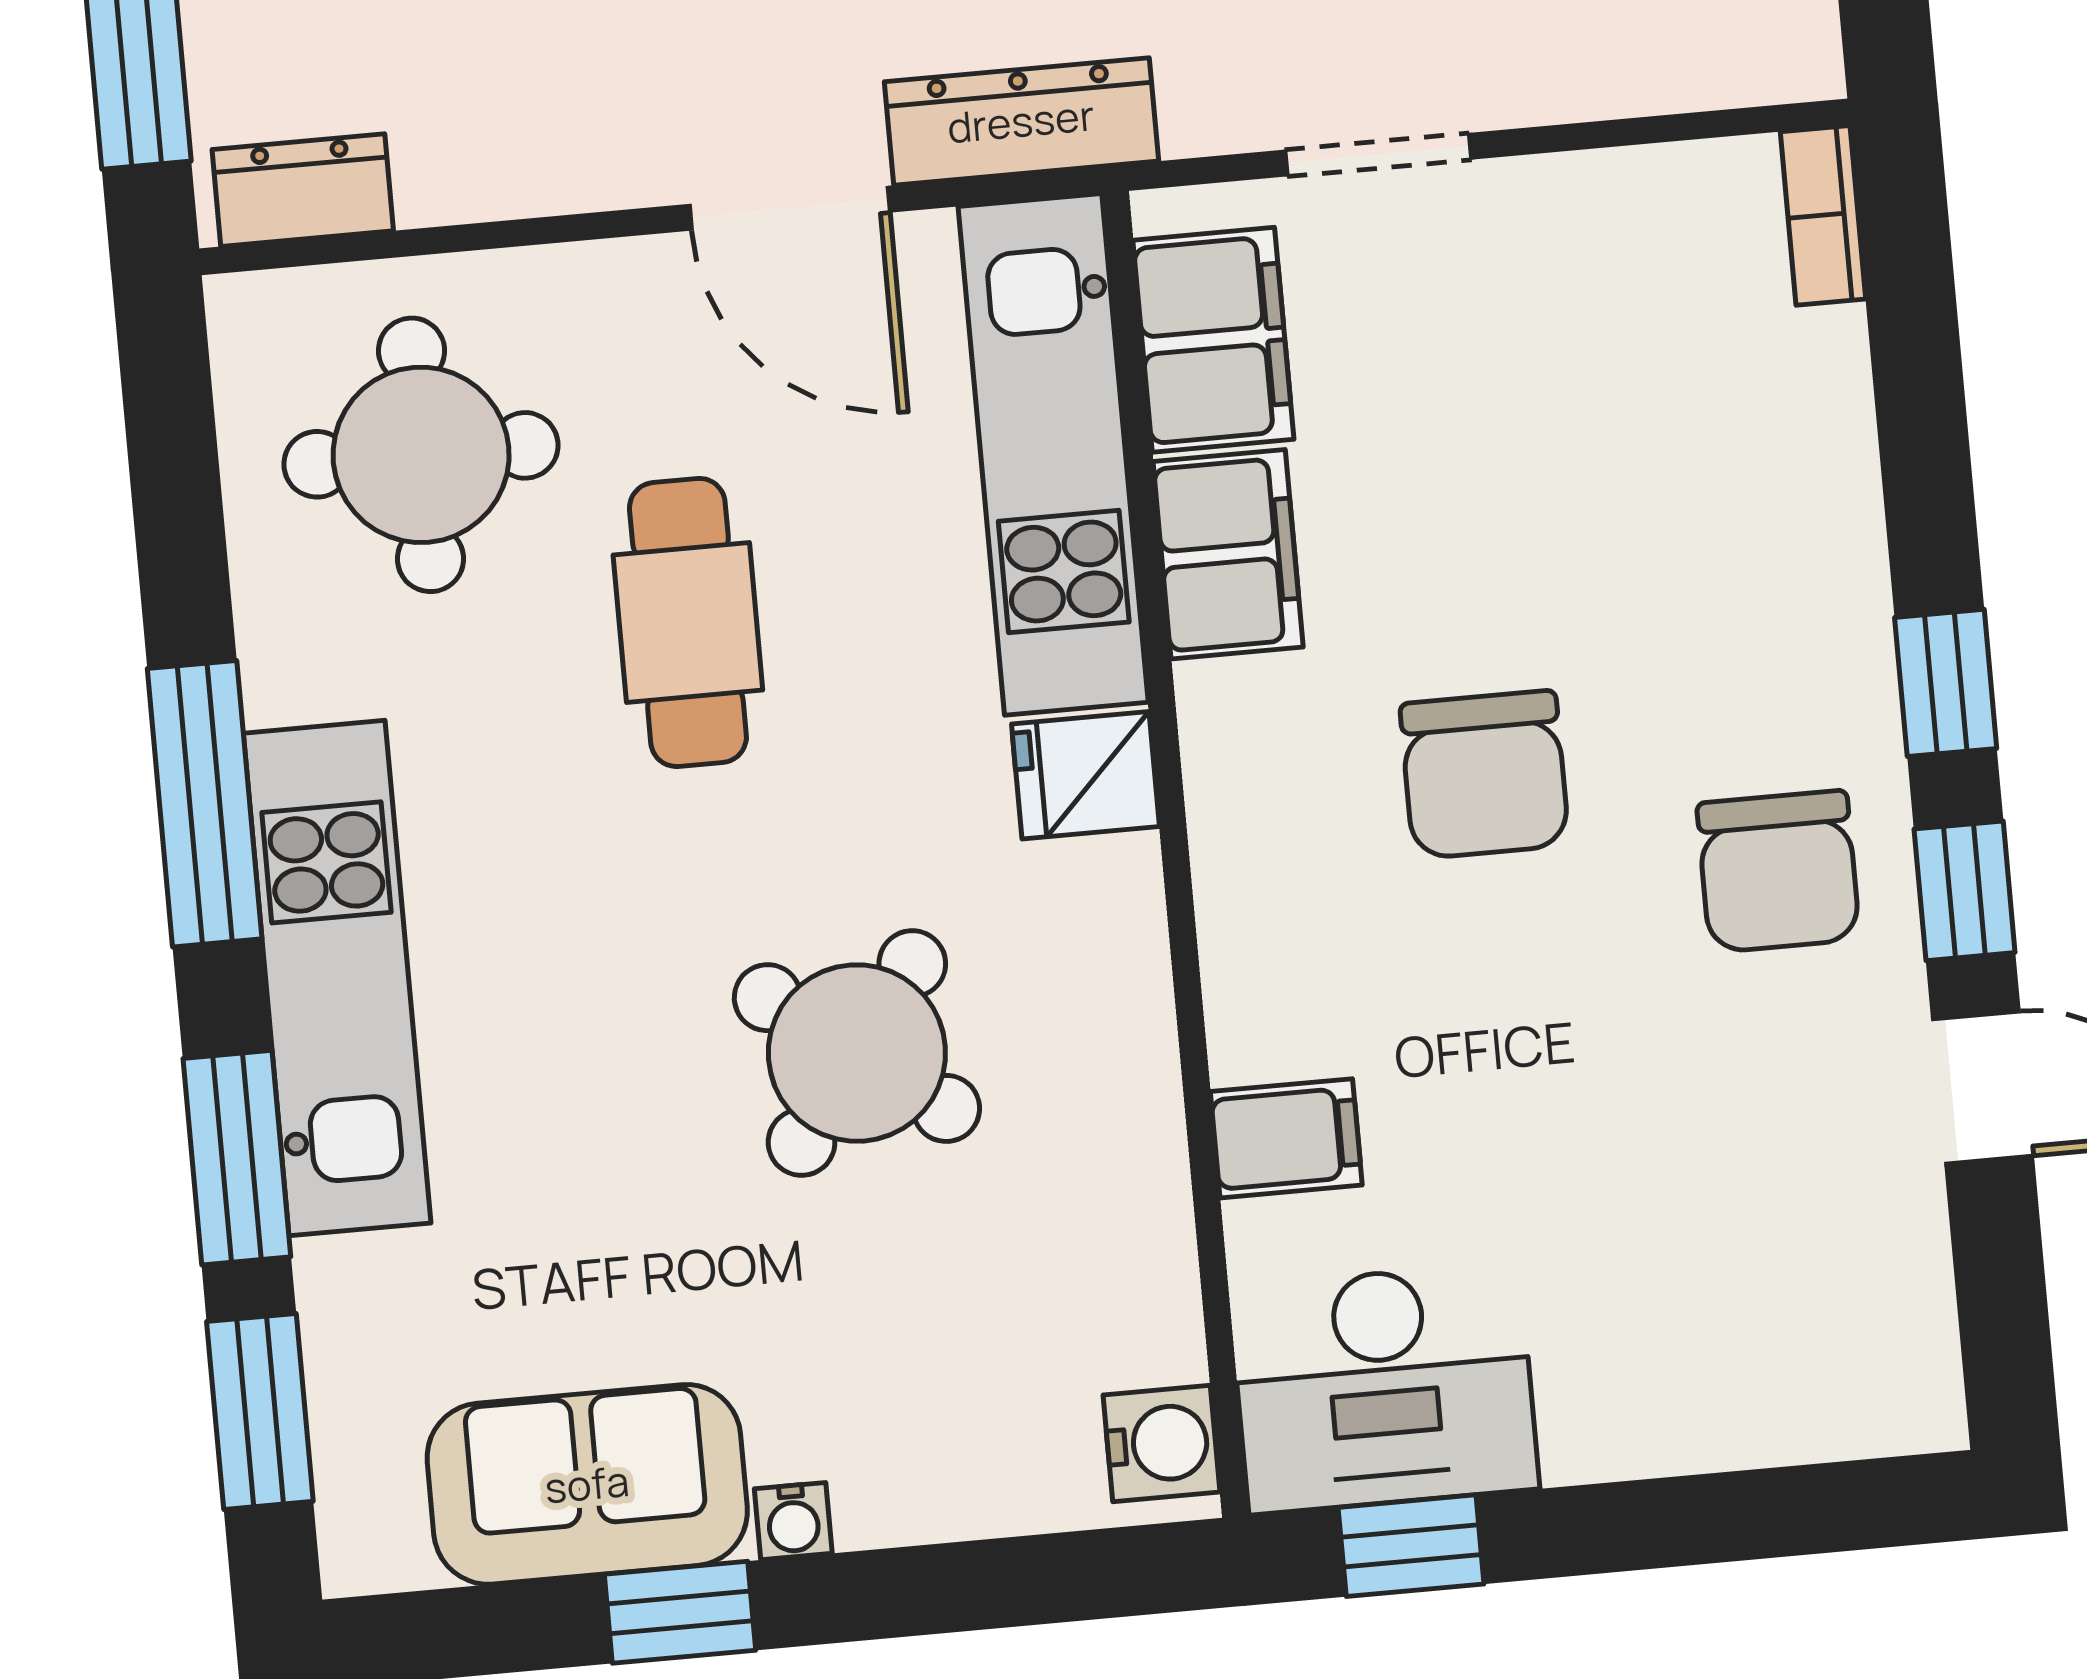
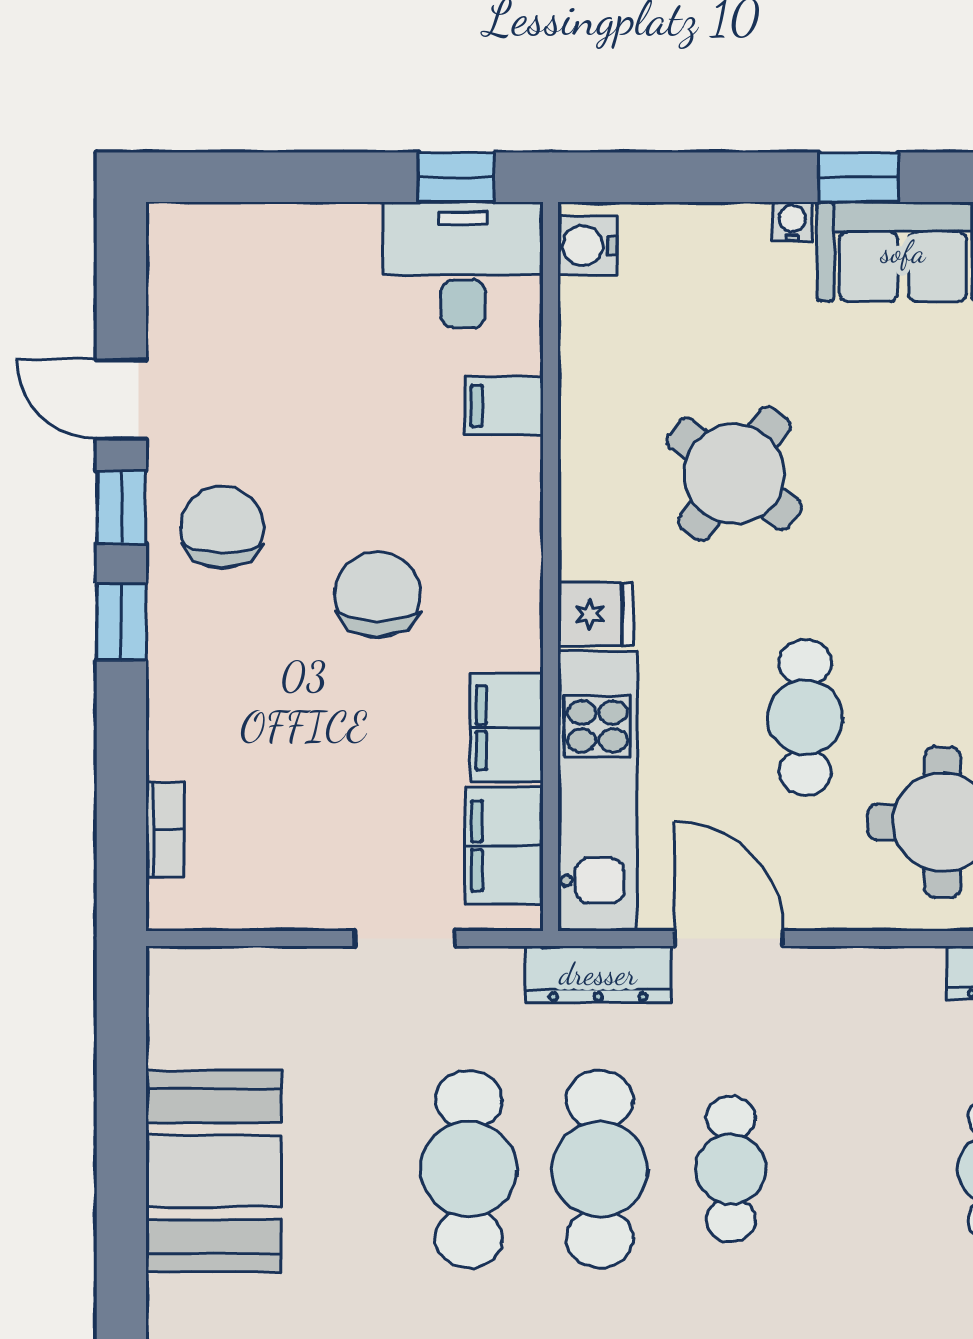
bookcase: (1823, 215) -> (165, 829), moved

